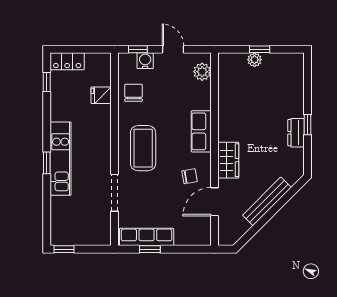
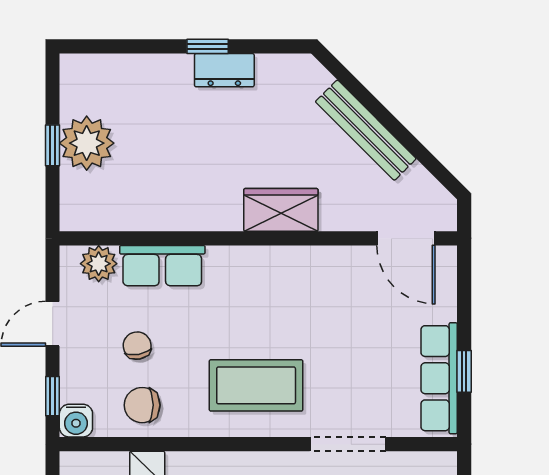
plant: (255, 60) -> (87, 143), width x1.87, depth x1.87
water cooler: (145, 61) -> (76, 421), moved, turned -90
row of seats: (201, 131) -> (162, 266), moved
chair: (190, 176) -> (137, 346), moved
door: (214, 202) -> (406, 238), moved

